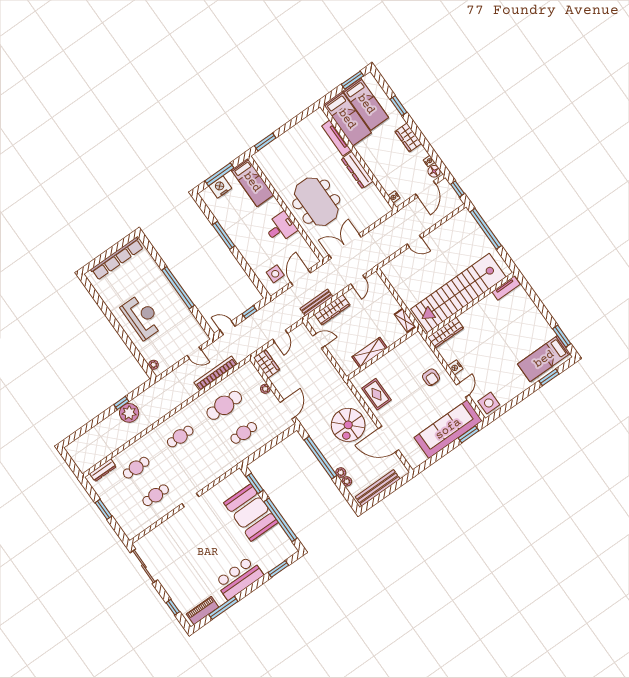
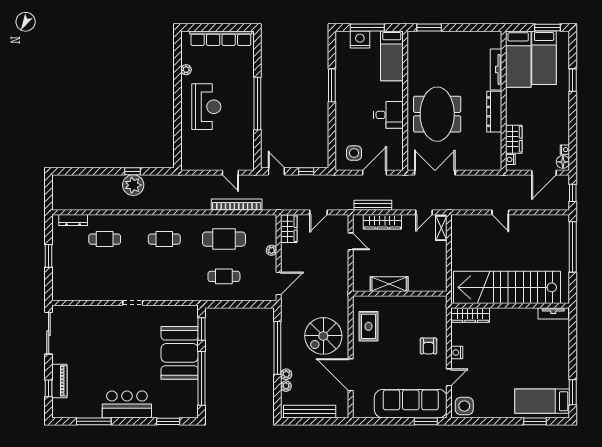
wardrobe: (408, 137) -> (514, 139), moved, turned 180
shelving: (405, 320) -> (441, 228), moved
plant: (154, 365) -> (186, 70), moved
cafe table: (156, 495) -> (105, 276), removed
piano: (203, 611) -> (59, 381), moved, turned 90

